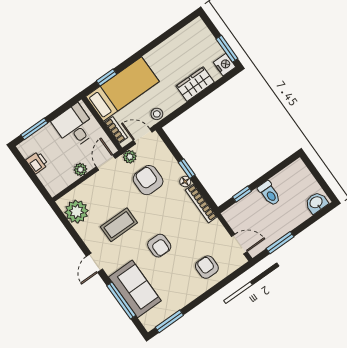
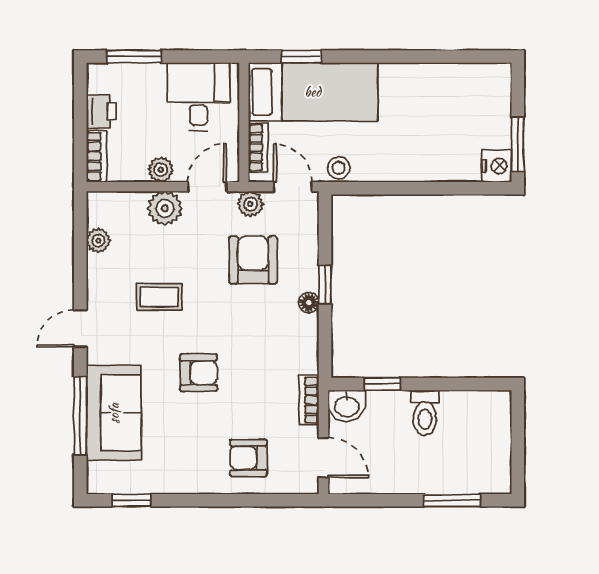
wardrobe: (195, 84) -> (430, 164), removed
bookcase: (49, 183) -> (97, 156), added
plant: (94, 185) -> (165, 208), added
bookcase: (201, 203) -> (309, 400), moved, width x0.64
washbasin: (316, 203) -> (347, 406), moved, turned 180
plant: (77, 212) -> (98, 241), width x0.53, depth x0.53
coffee table: (119, 225) -> (159, 297), width x0.73, depth x0.77
window: (280, 243) -> (452, 500), moved
armchair: (159, 246) -> (199, 373), turned -90
armchair: (207, 267) -> (248, 458), turned -90
window: (169, 321) -> (132, 500), width x0.67

